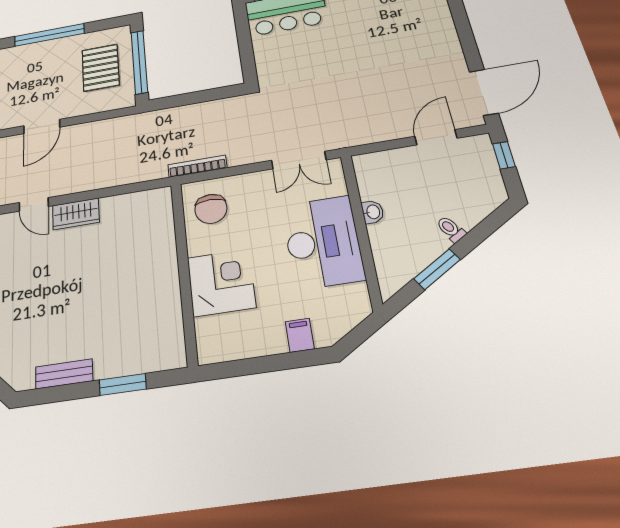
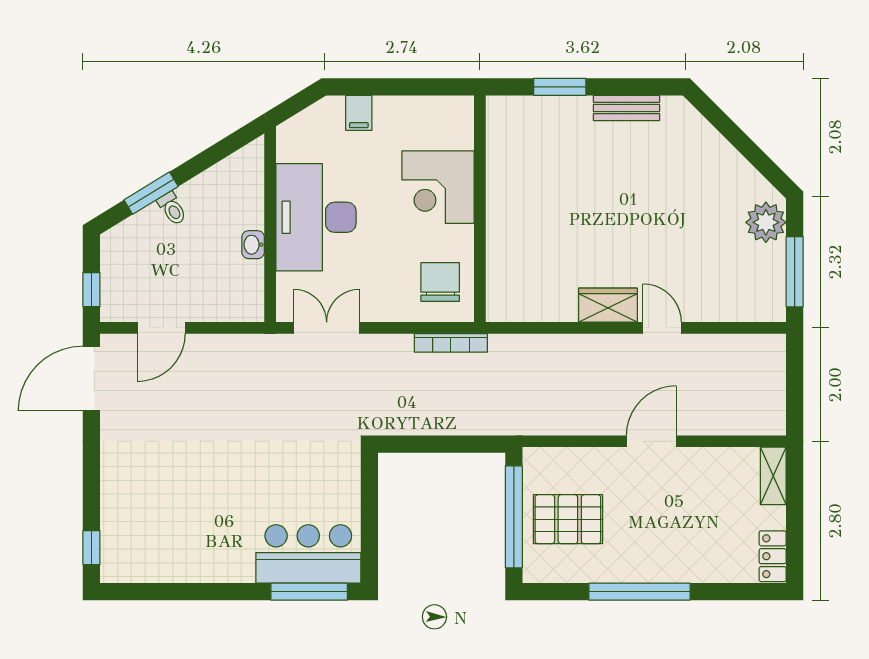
pallet: (101, 68) -> (568, 519), turned 90
window: (437, 269) -> (151, 193), moved

